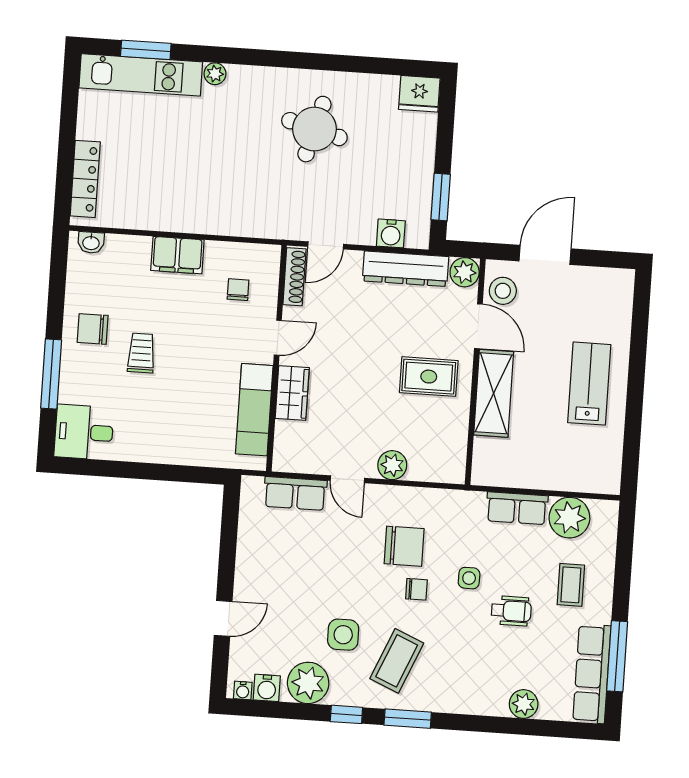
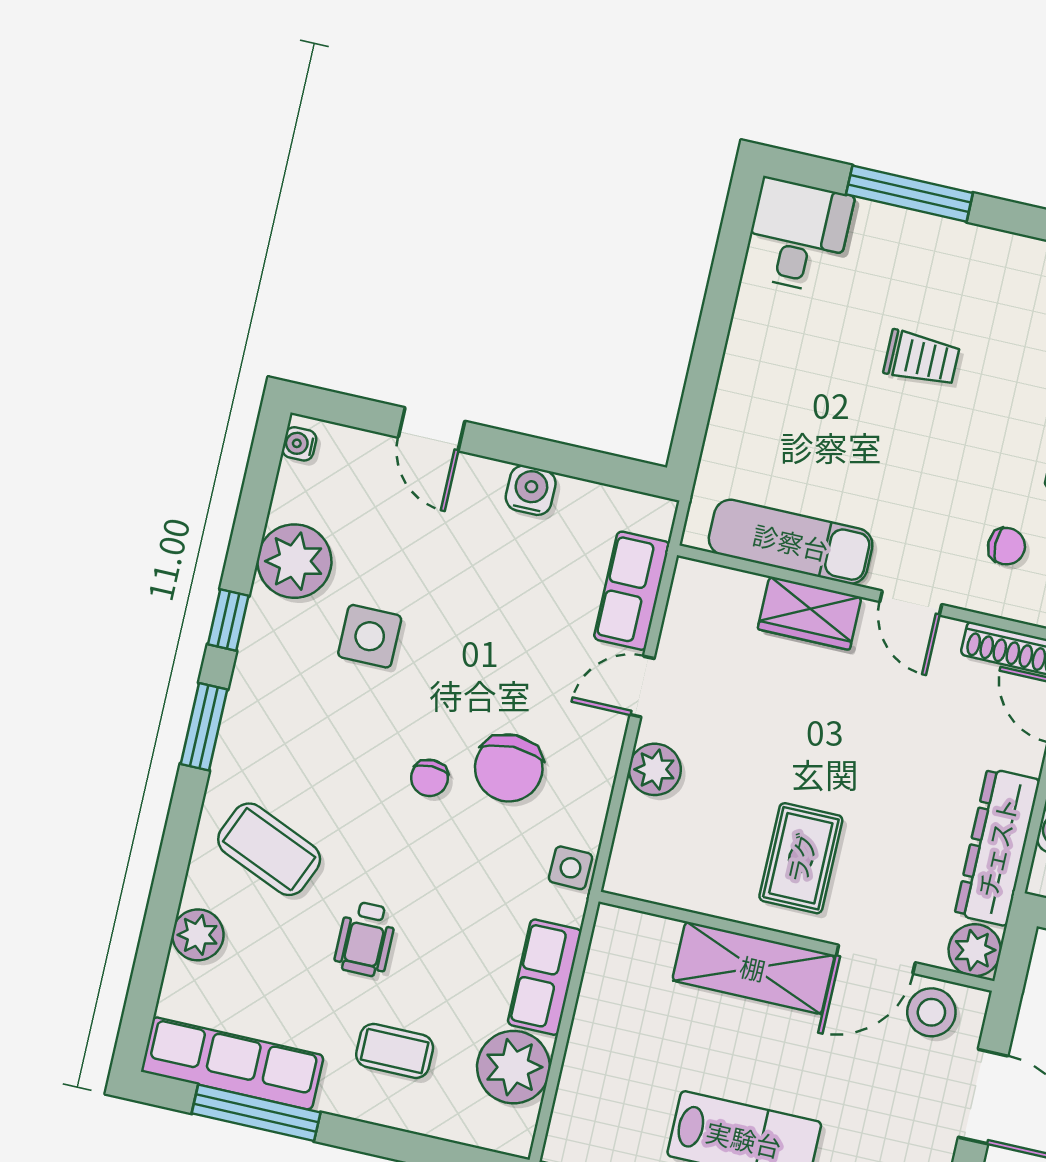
chair: (93, 329) -> (977, 279), removed
side table: (469, 578) -> (571, 868), moved
coffee table: (397, 661) -> (269, 849), moved
water cooler: (267, 688) -> (531, 490), moved, turned 90

